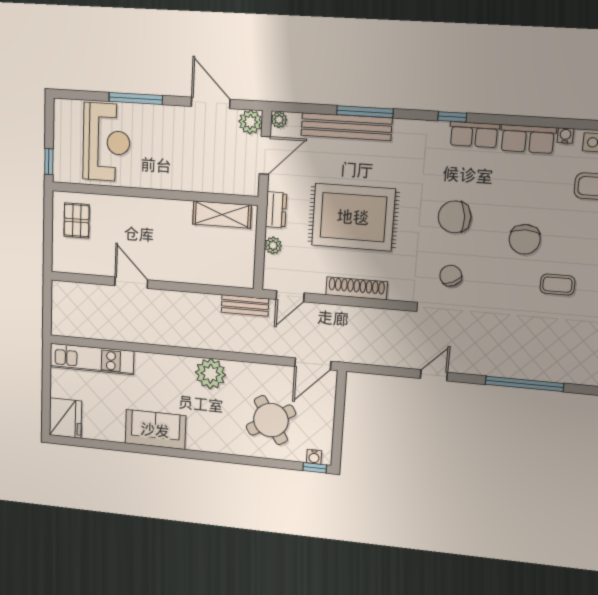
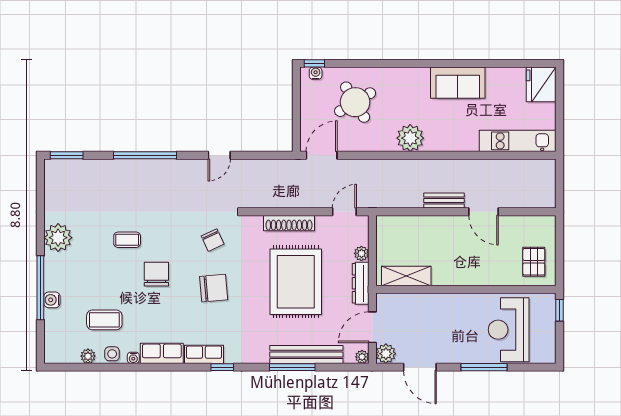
dresser: (276, 210) -> (361, 283), width x1.44
rug: (353, 217) -> (296, 282), turned 90
bench: (245, 305) -> (444, 201), moved

